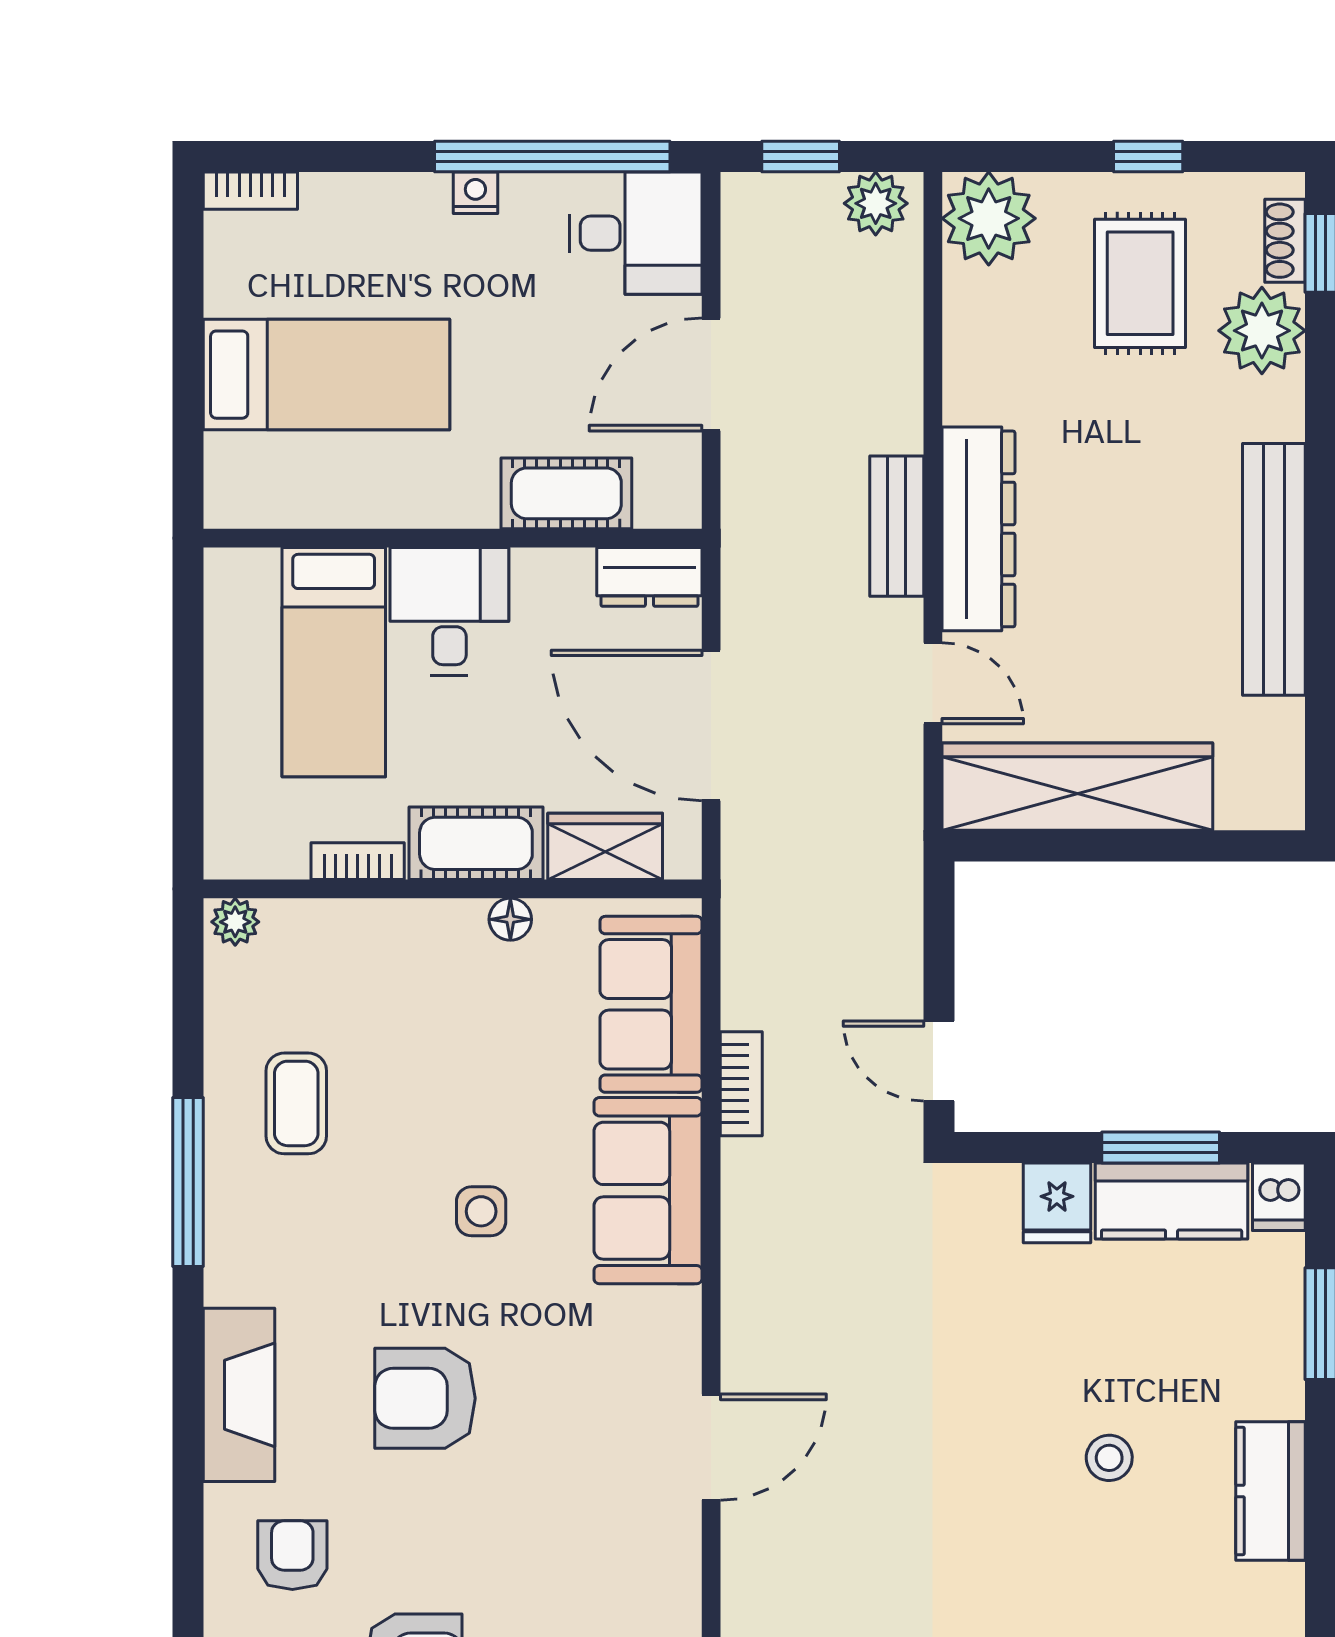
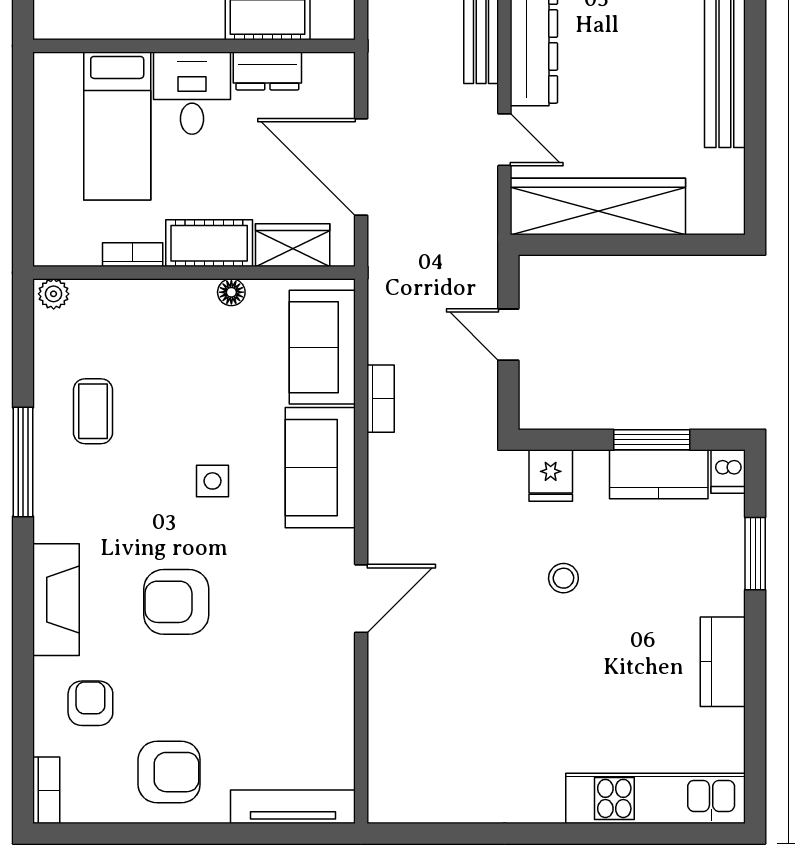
dresser: (649, 577) -> (267, 71), moved
door: (939, 1061) -> (508, 335), moved
fridge: (1057, 1203) -> (551, 476), moved
door: (711, 1447) -> (361, 599), moved
stool: (1109, 1458) -> (563, 578), moved

